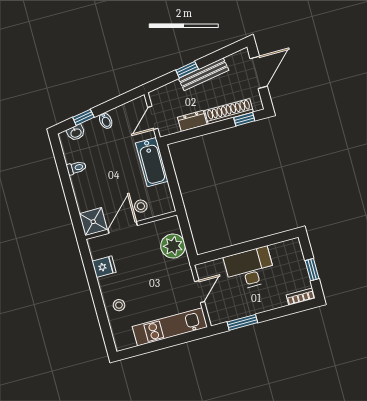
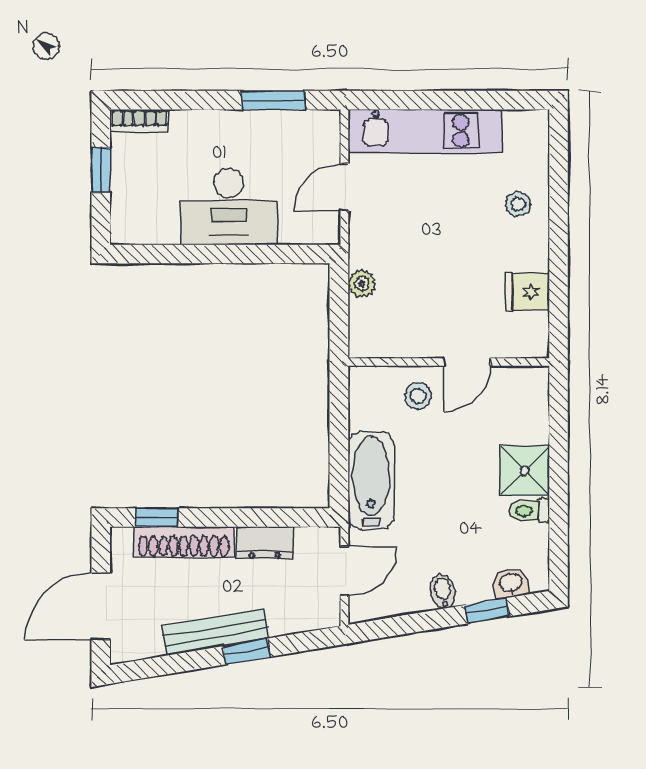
shower: (93, 222) -> (525, 471), moved
door: (123, 227) -> (467, 362), width x0.73
plant: (173, 246) -> (362, 284), width x0.53, depth x0.53

